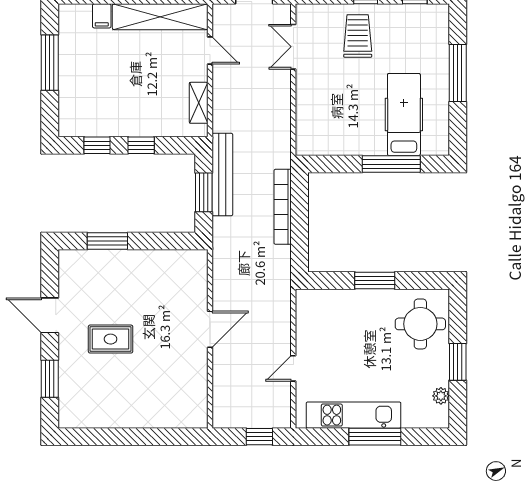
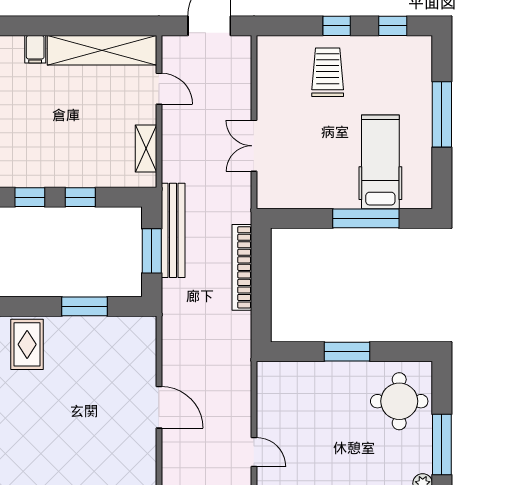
double door: (293, 47) -> (254, 146), moved
window: (107, 241) -> (84, 306), moved
door: (210, 329) -> (159, 407), hinge flipped
rug: (111, 339) -> (27, 344), moved, turned 90
window: (458, 362) -> (442, 444), width x1.44
door: (293, 368) -> (254, 452), swing flipped

